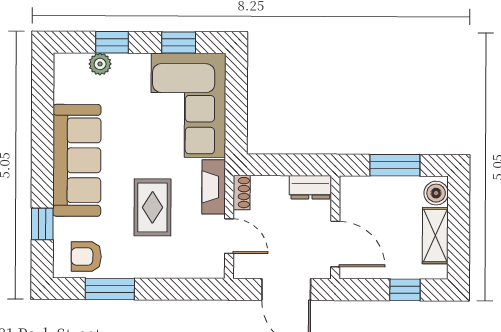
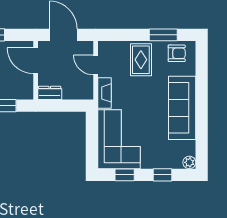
plant: (100, 64) -> (189, 162), moved
shoe rack: (242, 193) -> (89, 90), removed
rug: (152, 207) -> (141, 60), moved
window: (42, 224) -> (202, 72), removed

